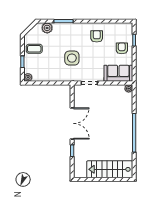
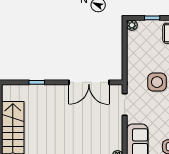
double door: (72, 123) -> (89, 82), moved

